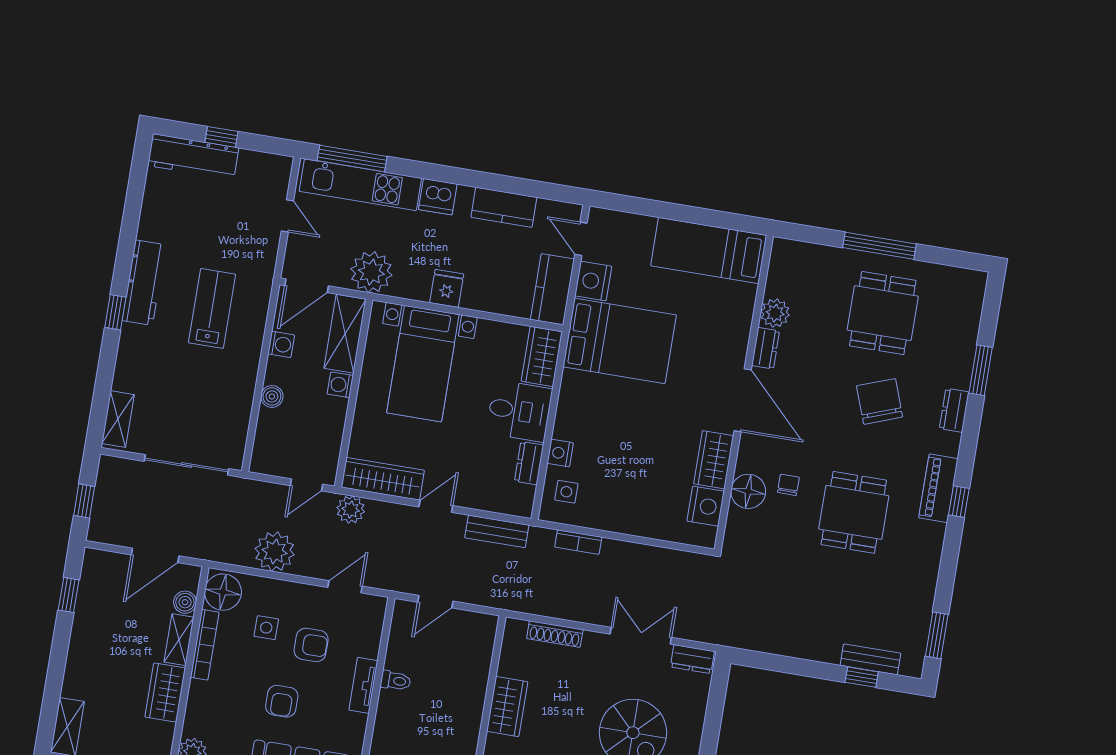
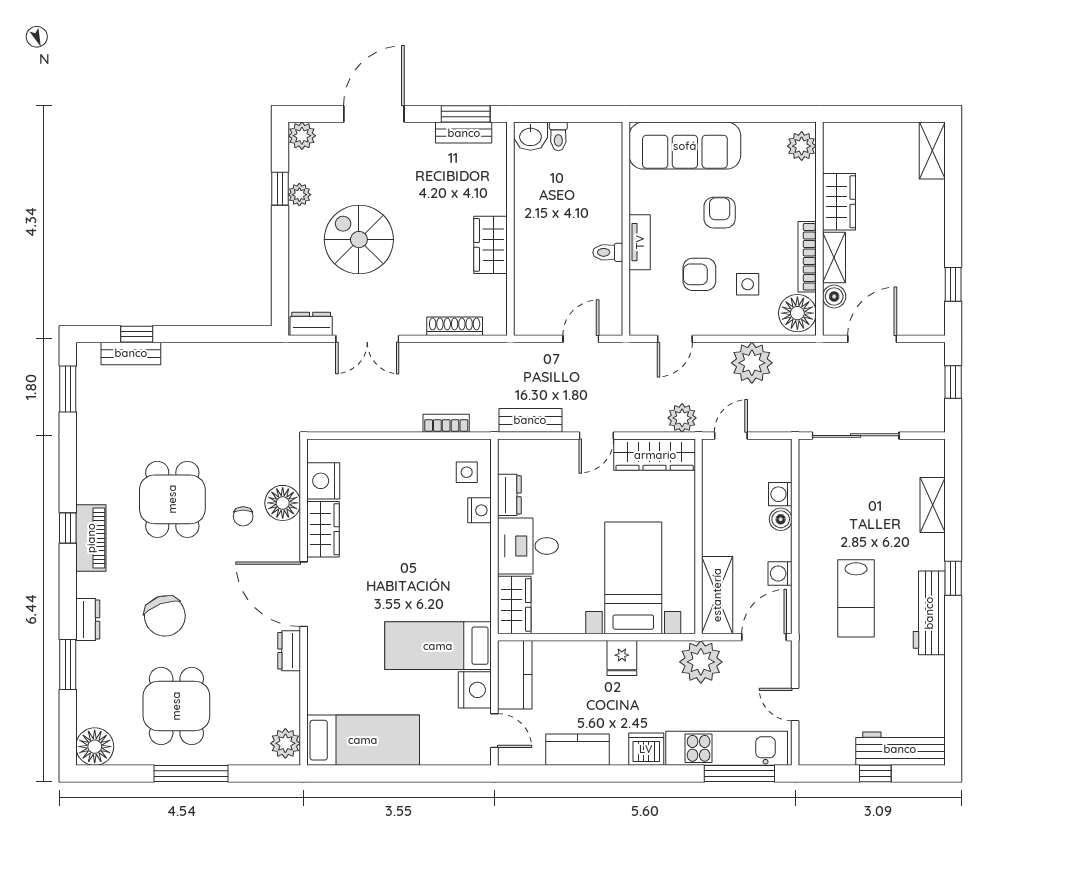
floor lamp: (968, 287) -> (95, 747), added
plant: (775, 313) -> (285, 743), moved
bed: (620, 341) -> (438, 646), width x0.67
washing machine: (340, 385) -> (780, 494), moved, turned 180
shelving: (118, 419) -> (933, 505), moved

